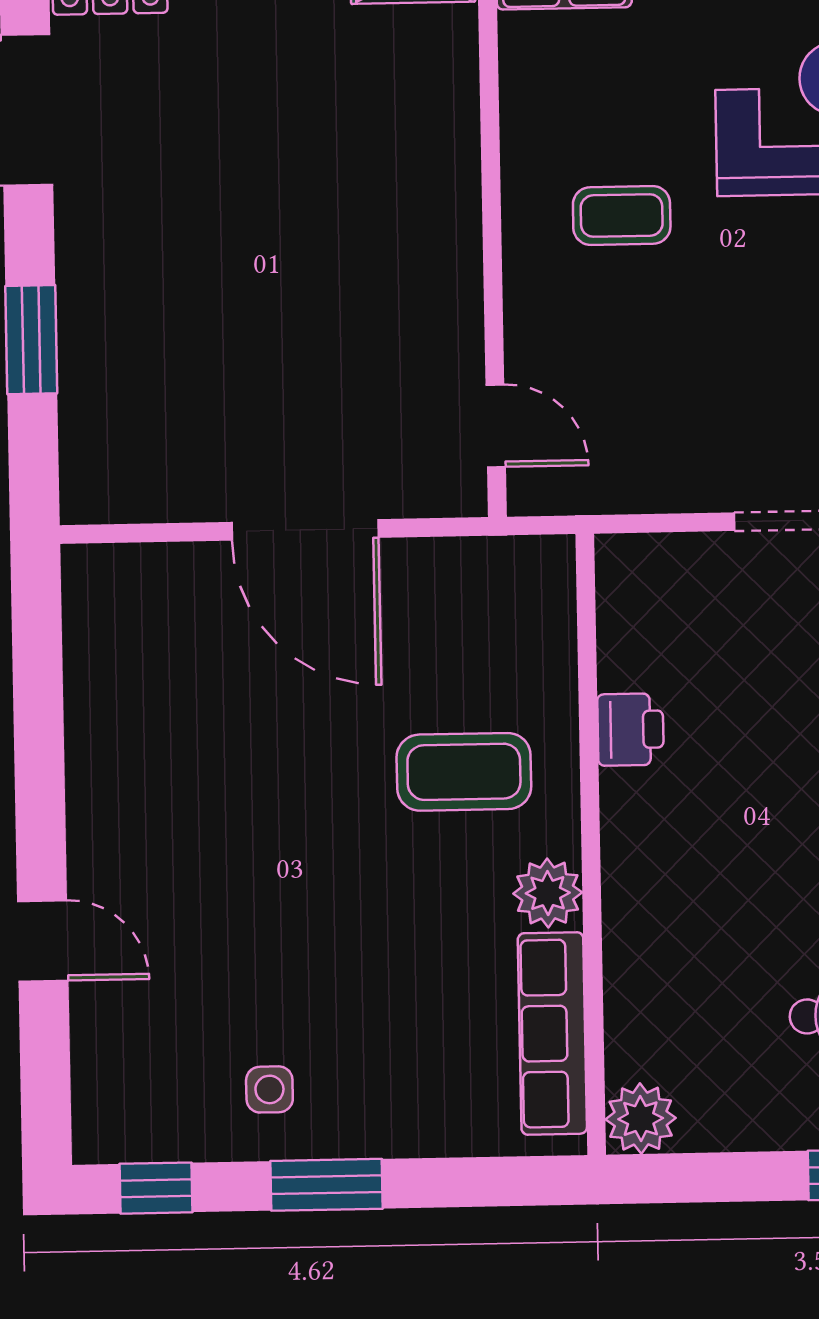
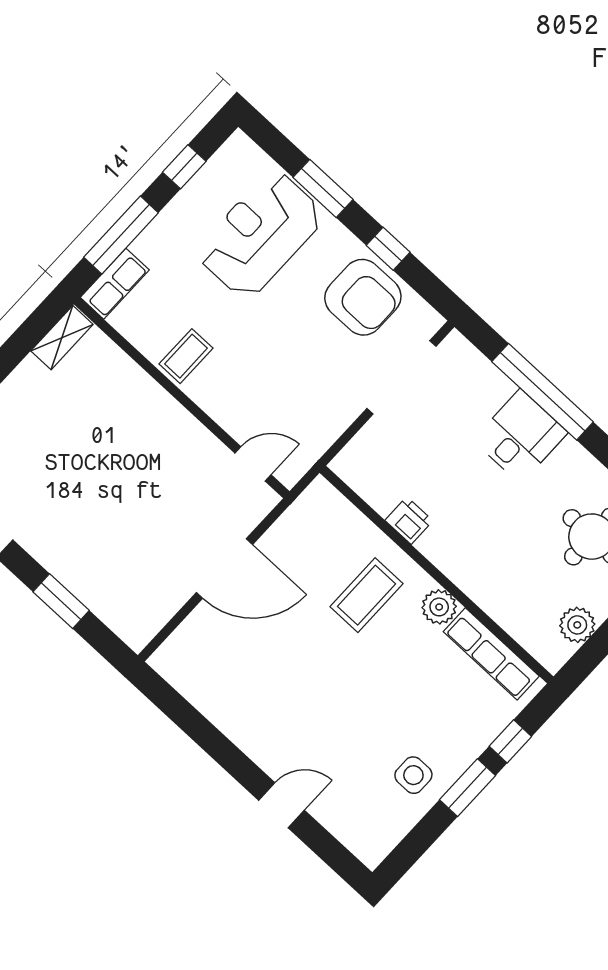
coffee table: (622, 216) -> (186, 356), moved
side table: (269, 1089) -> (413, 775), width x1.37, depth x1.37
plant: (641, 1119) -> (577, 625), moved
window: (156, 1188) -> (510, 741), moved

